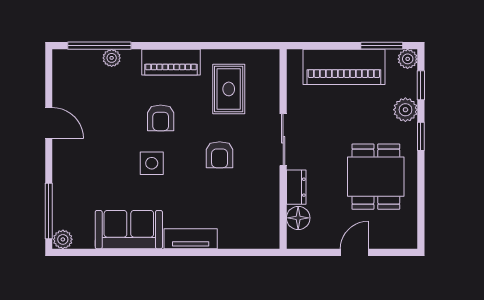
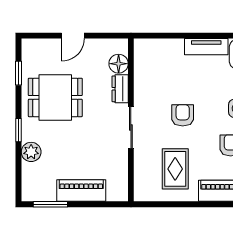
plant: (408, 59) -> (29, 193), removed
piano: (344, 67) -> (81, 190), width x0.73, depth x0.75
window: (421, 85) -> (19, 73), moved
dining table: (376, 177) -> (55, 97), turned 90

